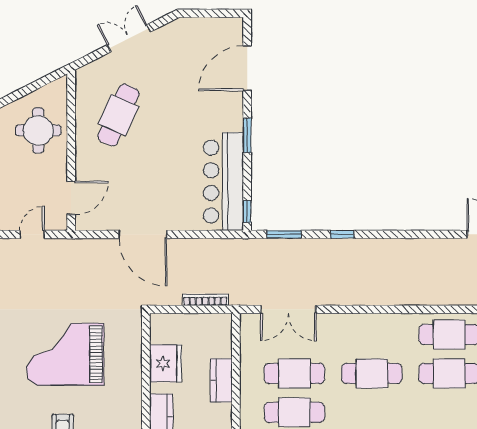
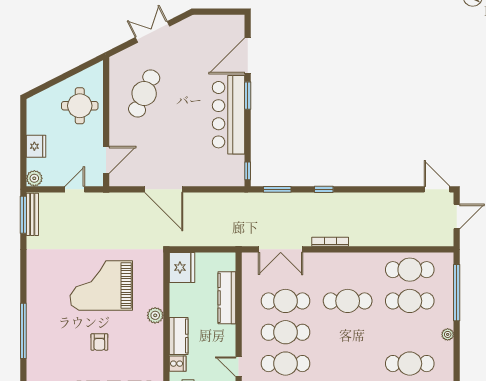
window: (247, 135) -> (248, 96), moved
bar counter: (223, 182) -> (228, 115), moved
bookcase: (205, 300) -> (330, 242), moved
fridge: (166, 363) -> (182, 267), moved
kitchen counter: (221, 380) -> (227, 298), width x1.50
plant: (132, 391) -> (155, 315), added

